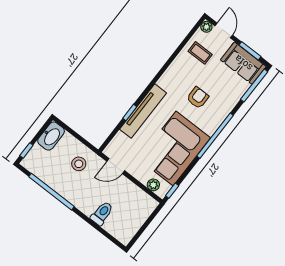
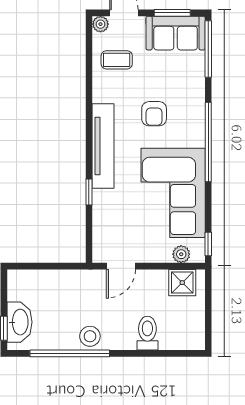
armchair: (198, 98) -> (154, 114), turned 180
tv unit: (143, 111) -> (103, 146), moved
washbasin: (51, 136) -> (19, 322), moved
stool: (79, 164) -> (90, 336), moved
shower: (142, 201) -> (182, 283), added

